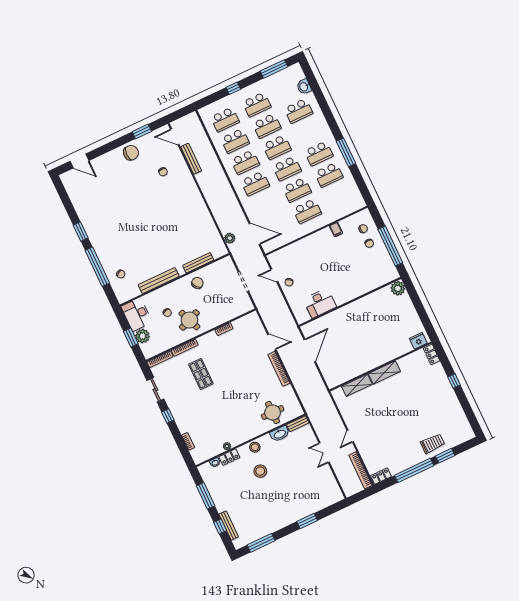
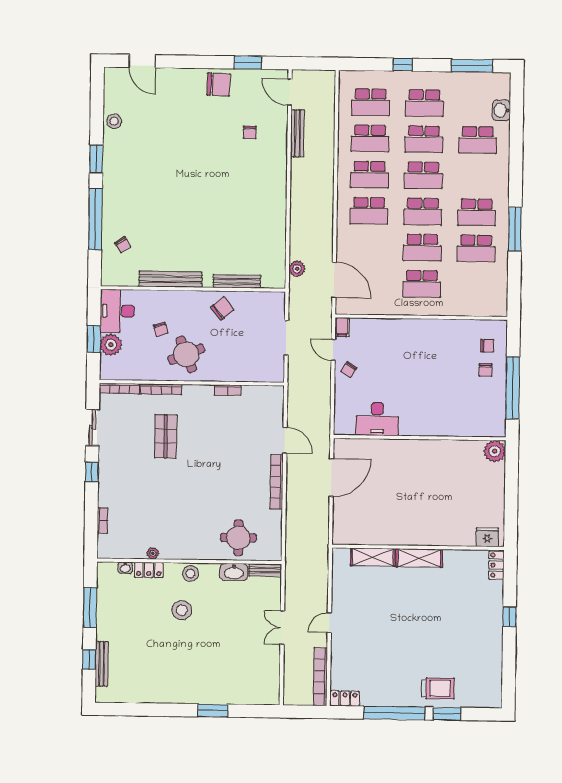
stool: (80, 204) -> (114, 121), added
filing cabinet: (336, 229) -> (342, 327), moved
window: (261, 543) -> (135, 709), removed

